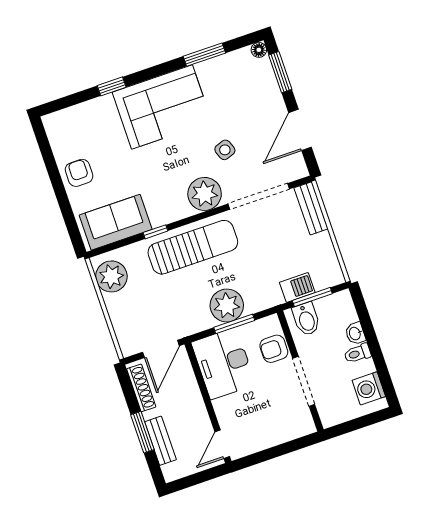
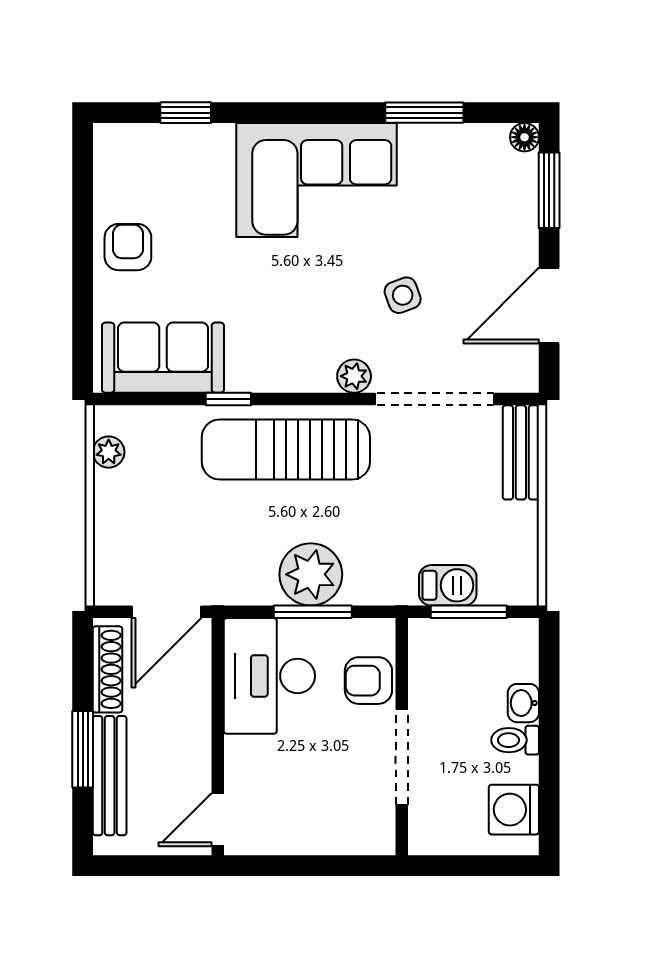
window: (112, 86) -> (186, 113), moved
plant: (205, 194) -> (354, 376), width x0.53, depth x0.53
sun lounger: (193, 247) -> (286, 450), turned 180
plant: (111, 276) -> (109, 452), width x0.53, depth x0.53
bidet: (306, 319) -> (444, 647), removed
bench: (160, 441) -> (110, 776), width x1.36

